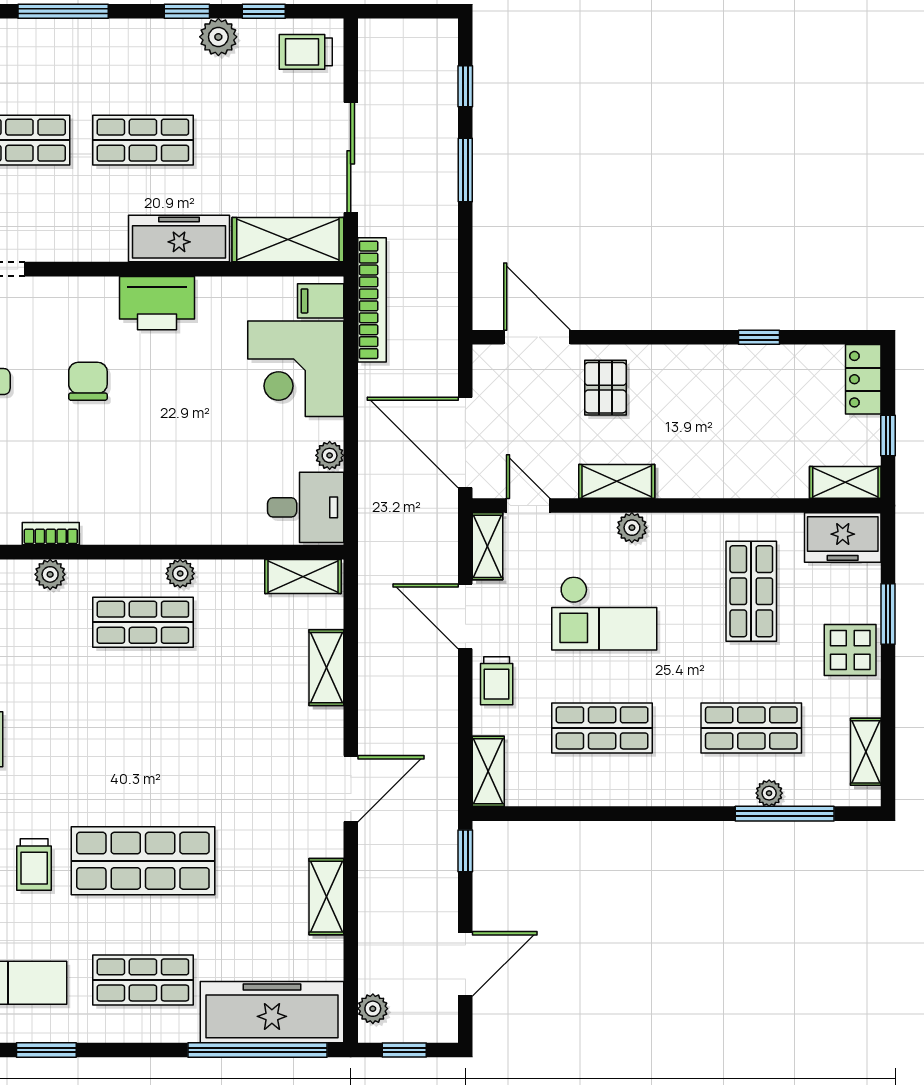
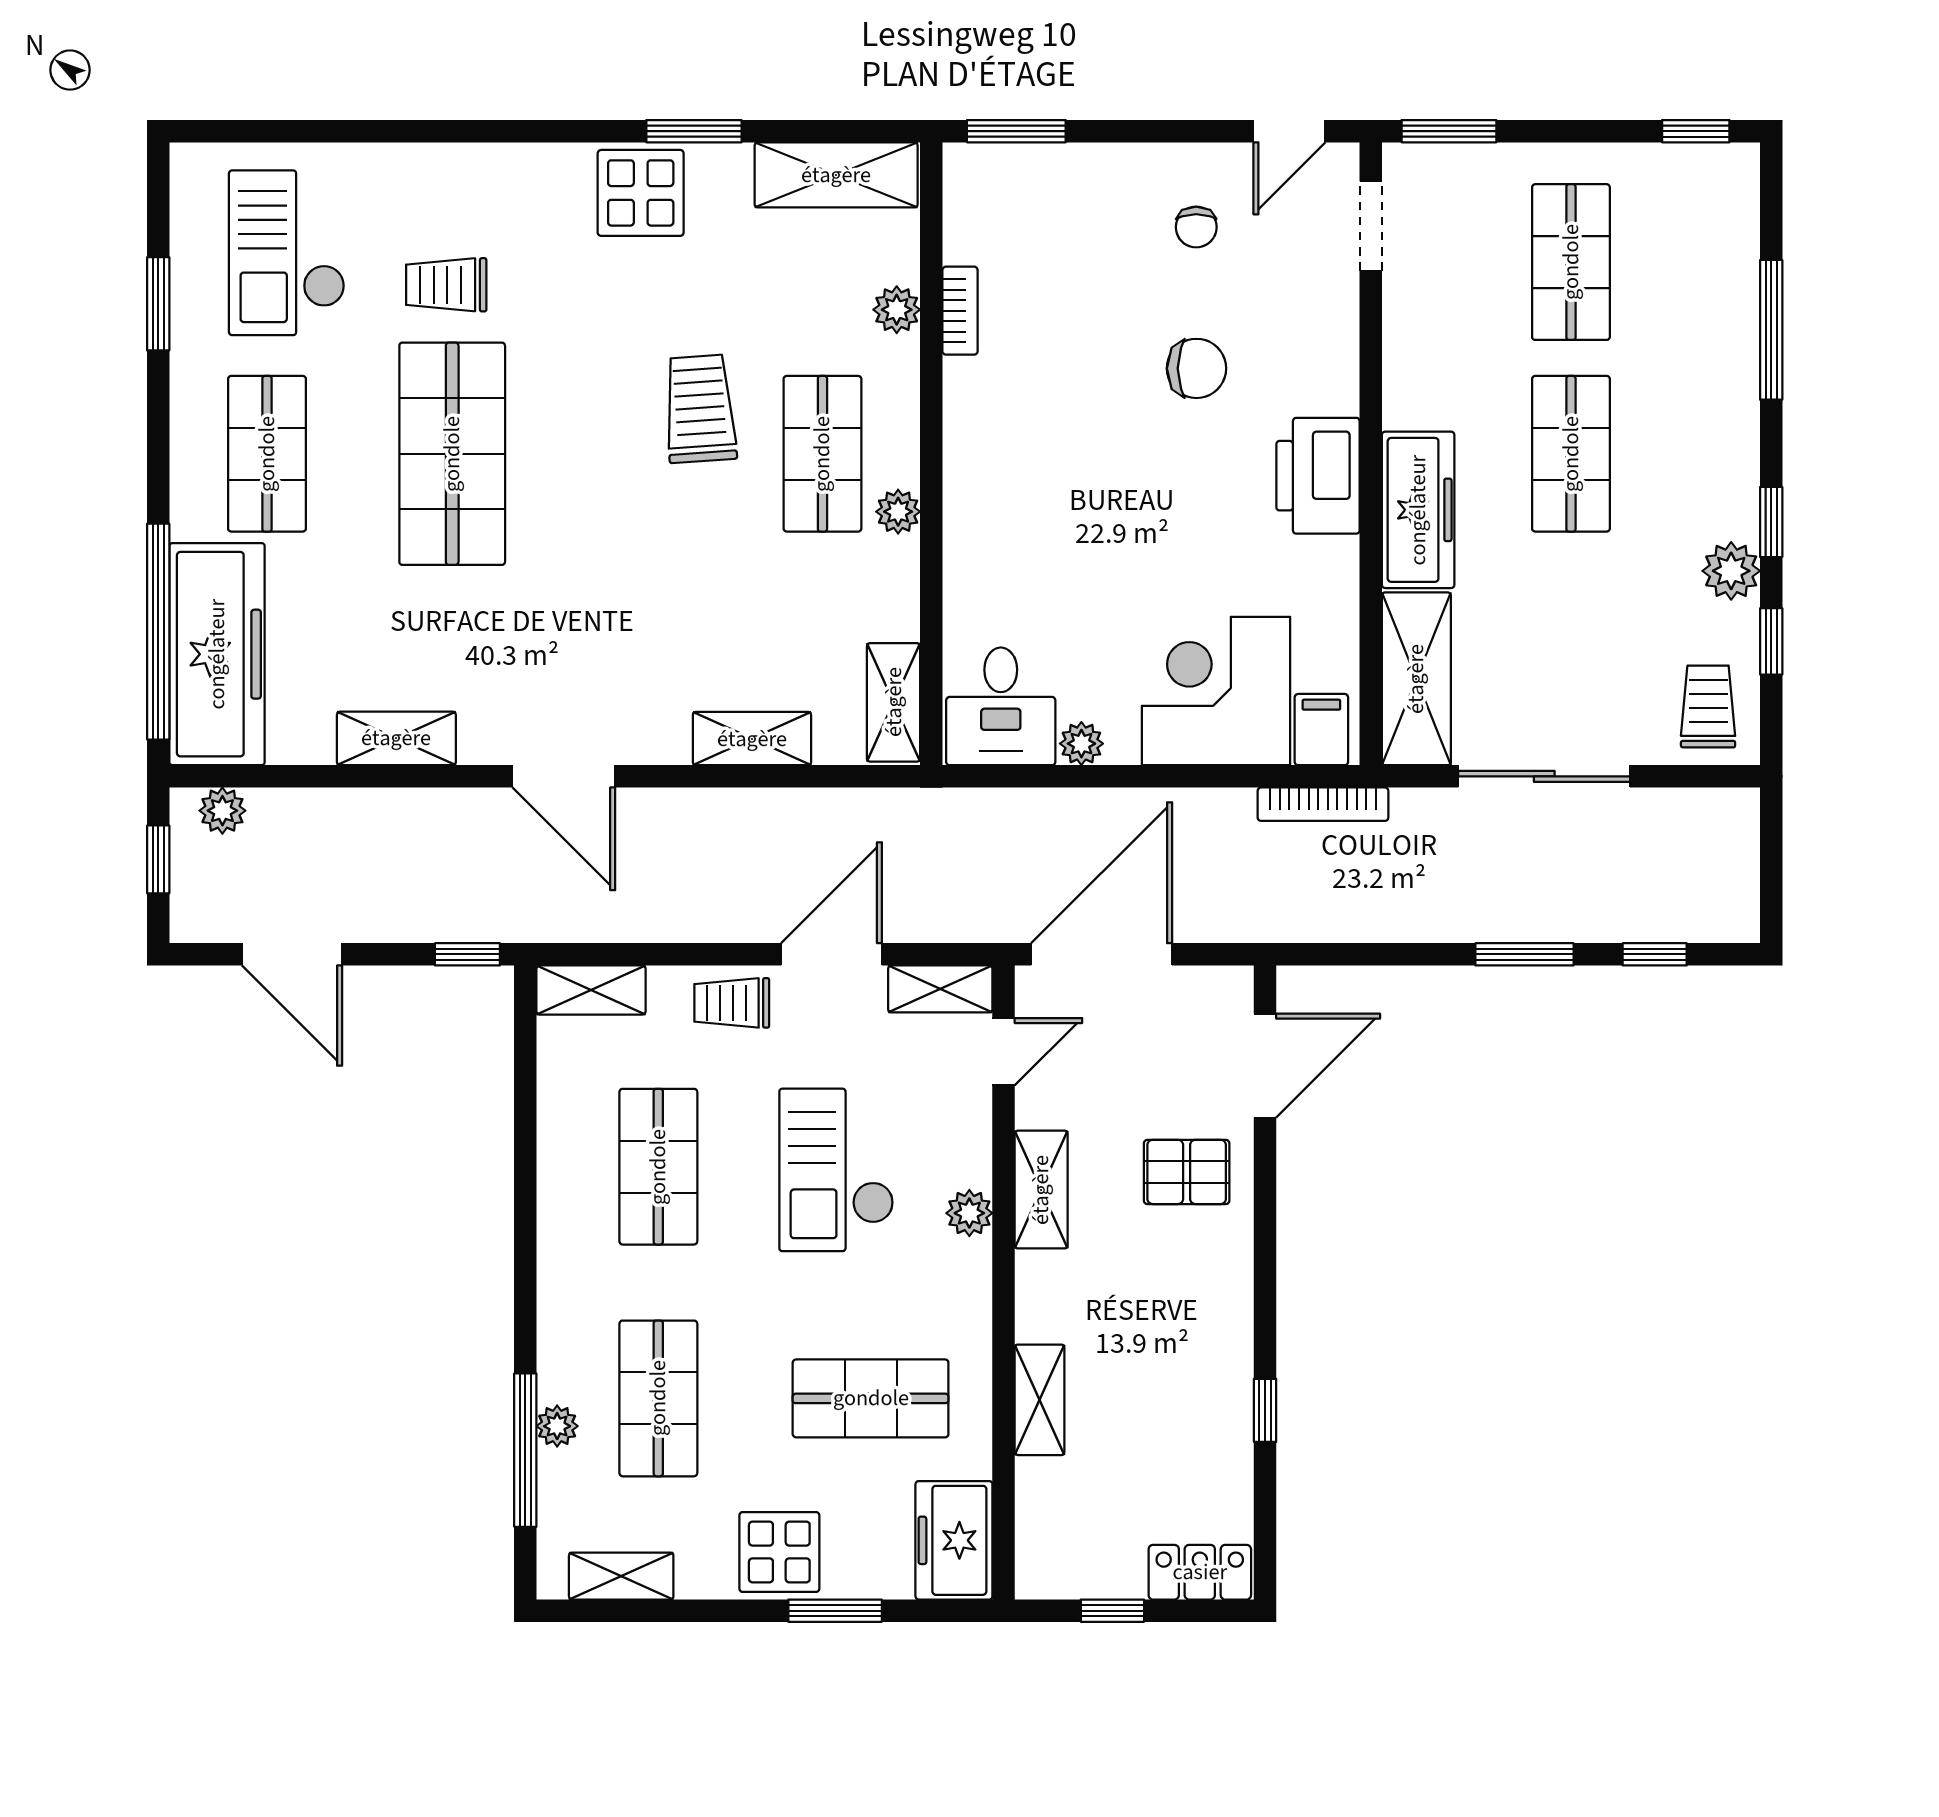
bookcase: (372, 300) -> (1323, 804), width x0.68, depth x0.76
shelving: (845, 482) -> (1040, 1400), moved
trolley: (114, 701) -> (700, 409), added

